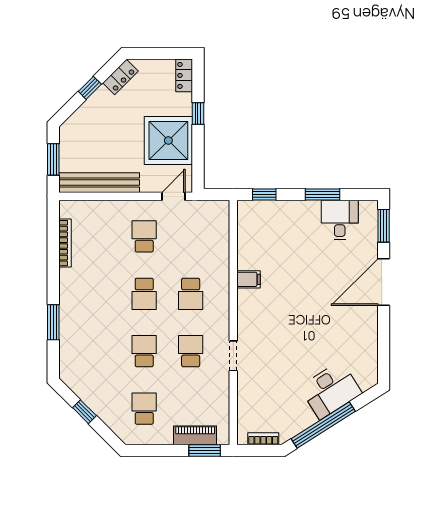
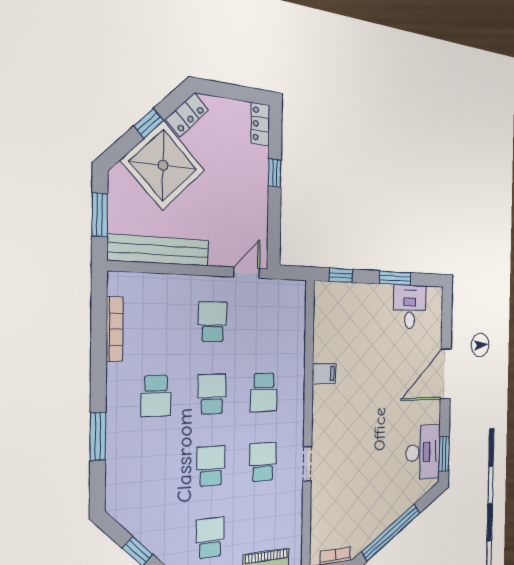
shower: (168, 141) -> (163, 165), moved, turned 45
window: (384, 226) -> (444, 454), moved
school desk: (98, 294) -> (156, 396), added
school desk: (144, 294) -> (212, 394), turned 180
desk: (331, 390) -> (423, 452), moved, turned -58

